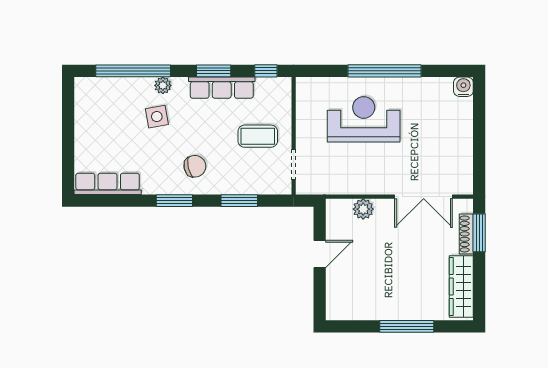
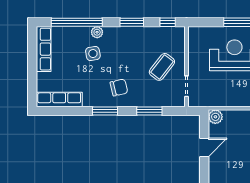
row of seats: (222, 88) -> (44, 49), moved, turned -90
coffee table: (258, 136) -> (162, 67), turned -52
plant: (363, 209) -> (215, 117), moved

